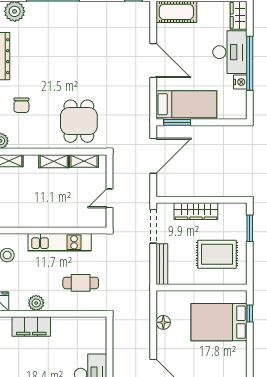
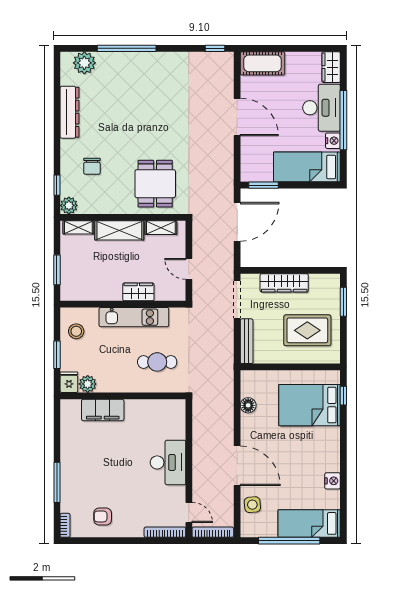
bed: (186, 104) -> (307, 167), moved, turned 180
shelving: (54, 161) -> (119, 230), width x1.50, depth x1.33
door: (109, 198) -> (189, 269), hinge flipped
wardrobe: (64, 219) -> (138, 292), added
plant: (36, 303) -> (88, 384), moved

